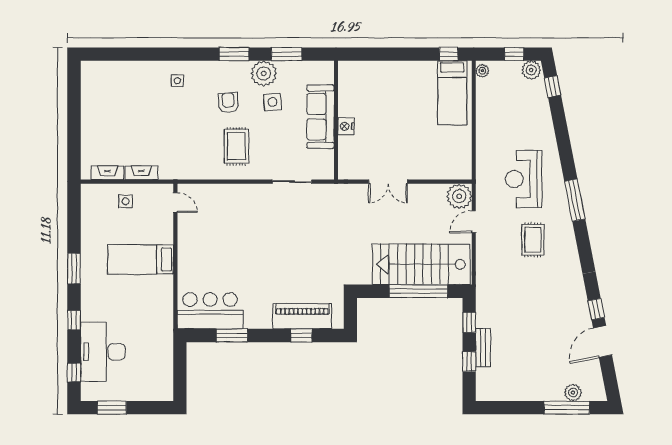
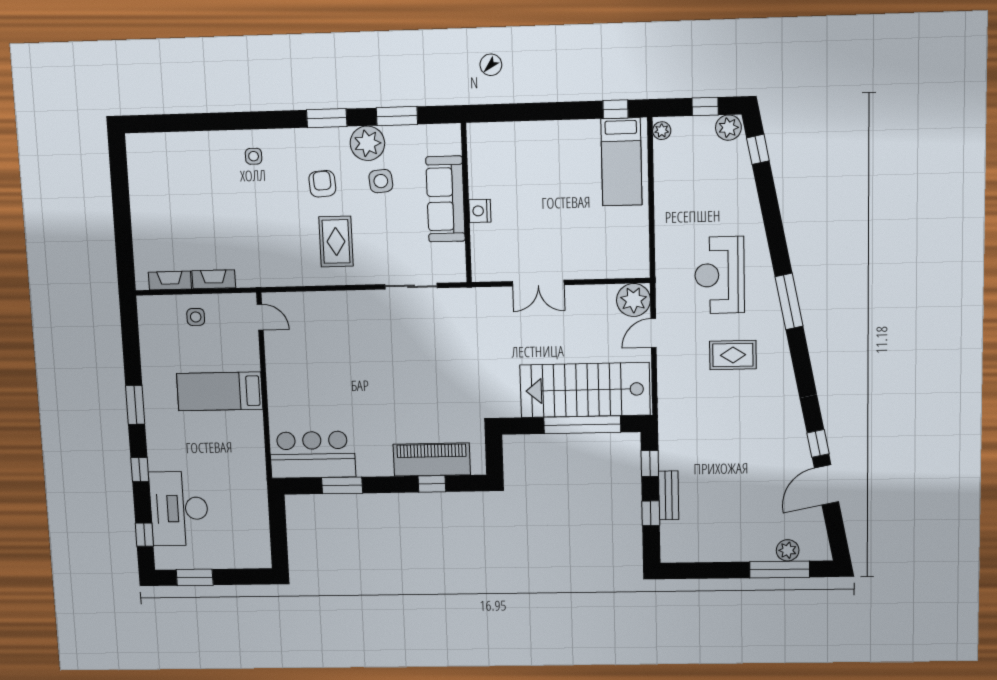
rug: (533, 240) -> (733, 355), turned 90

